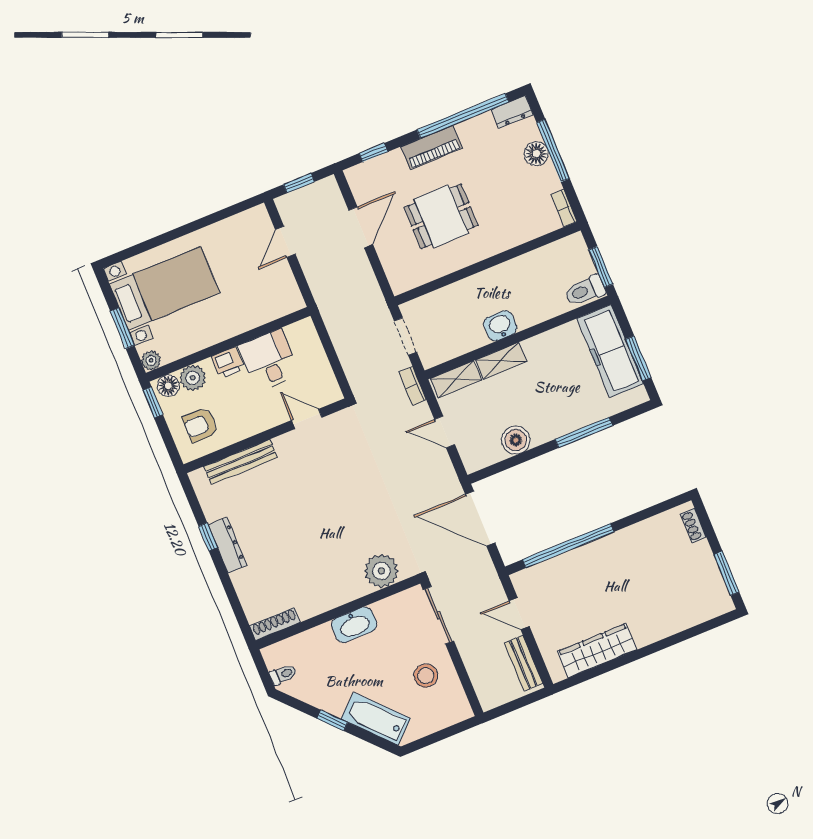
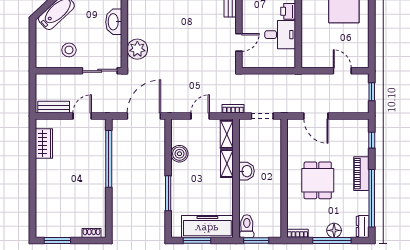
dining table: (441, 216) -> (318, 180), moved
door: (361, 227) -> (316, 116), moved
wardrobe: (597, 651) -> (44, 144), width x0.67

